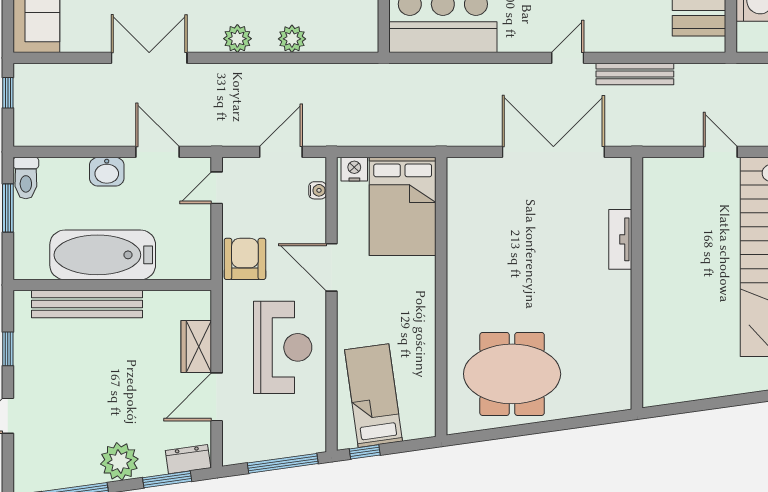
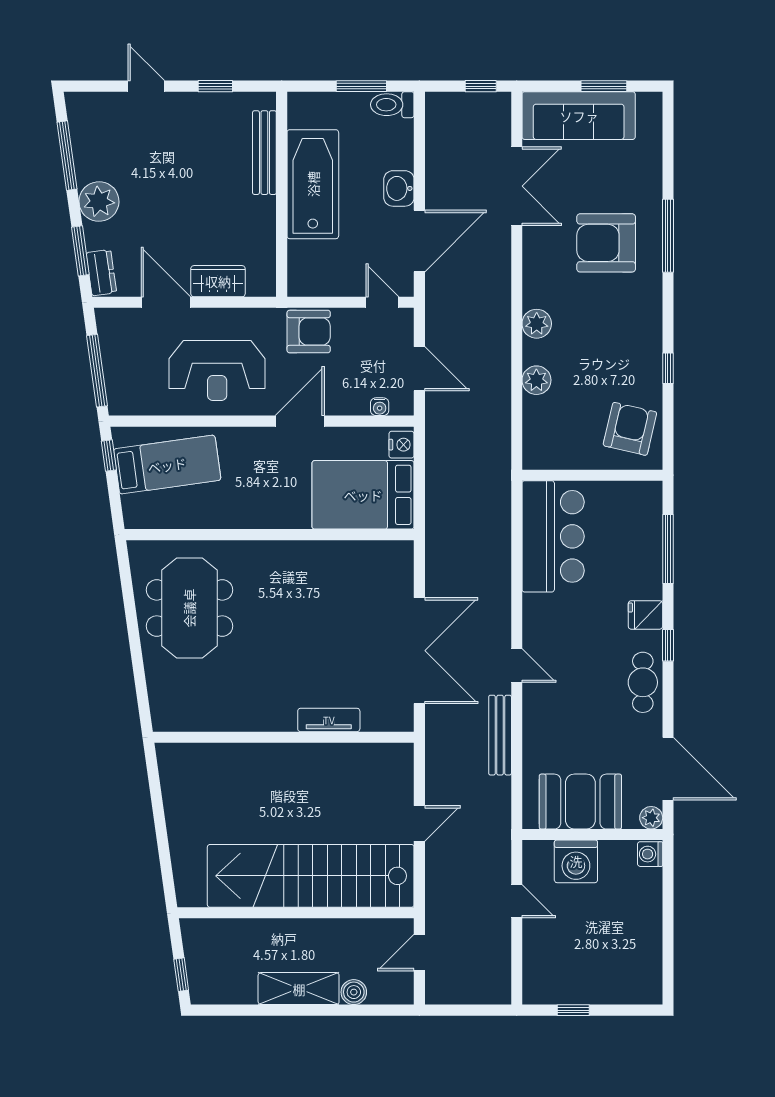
double door: (149, 58) -> (517, 186), moved
door: (158, 152) -> (419, 241), width x1.36
bench: (87, 304) -> (264, 153), width x0.73, depth x0.82

